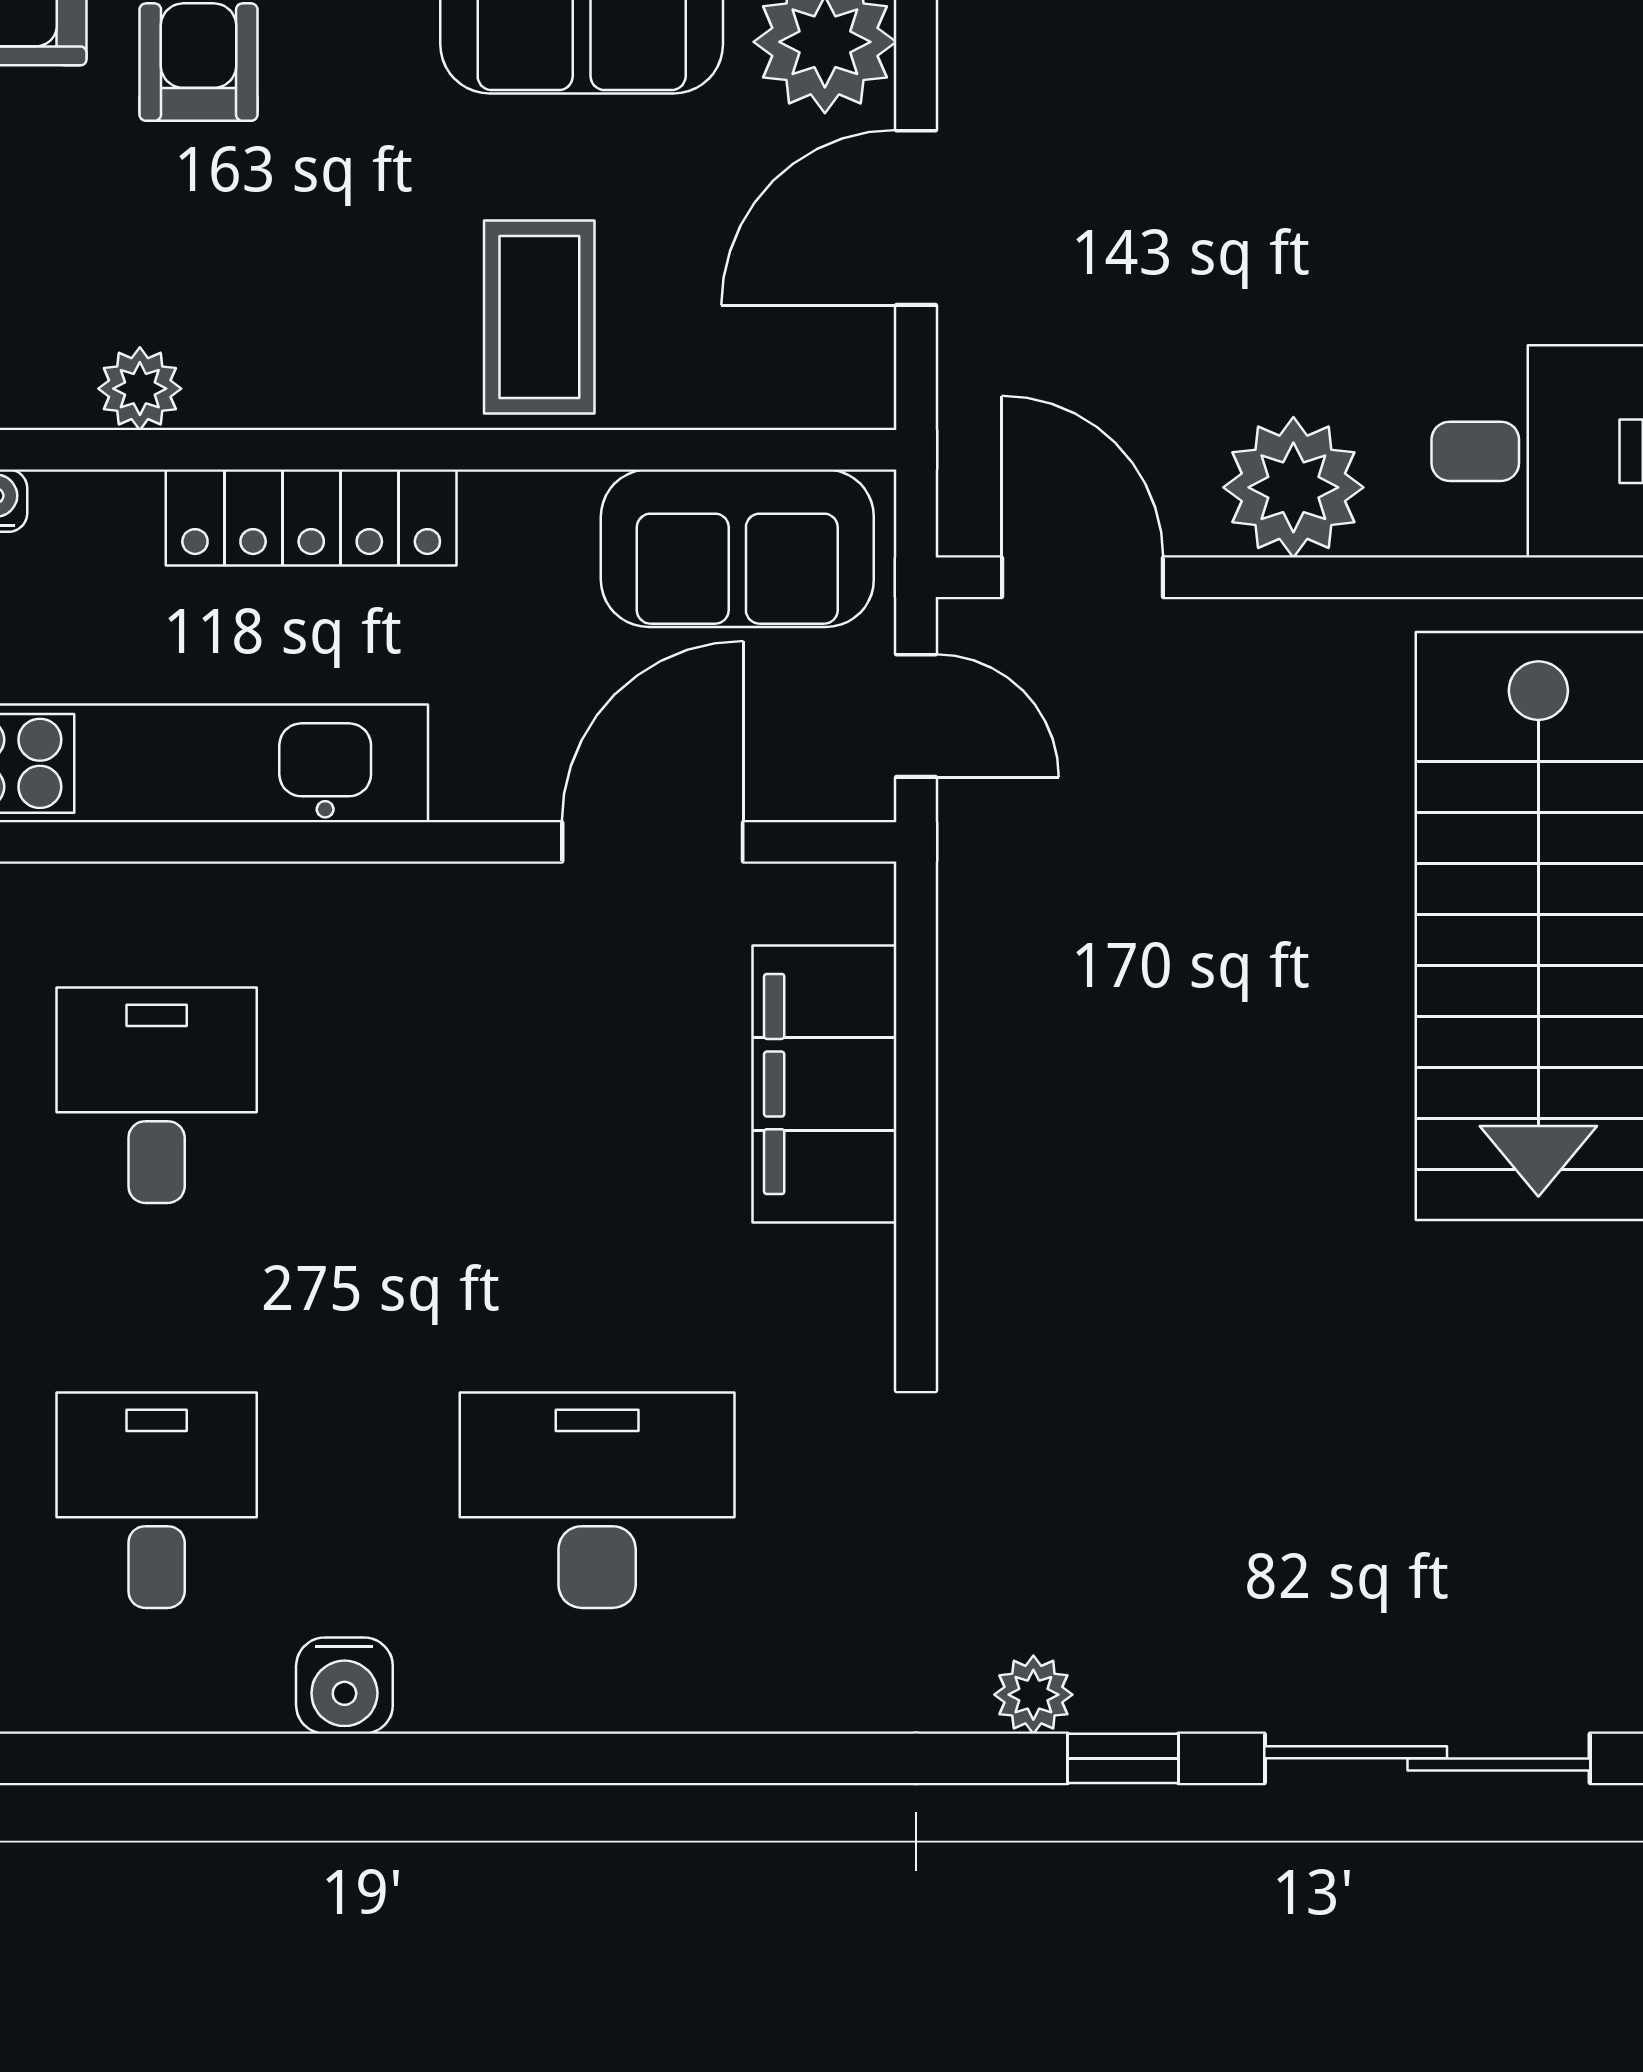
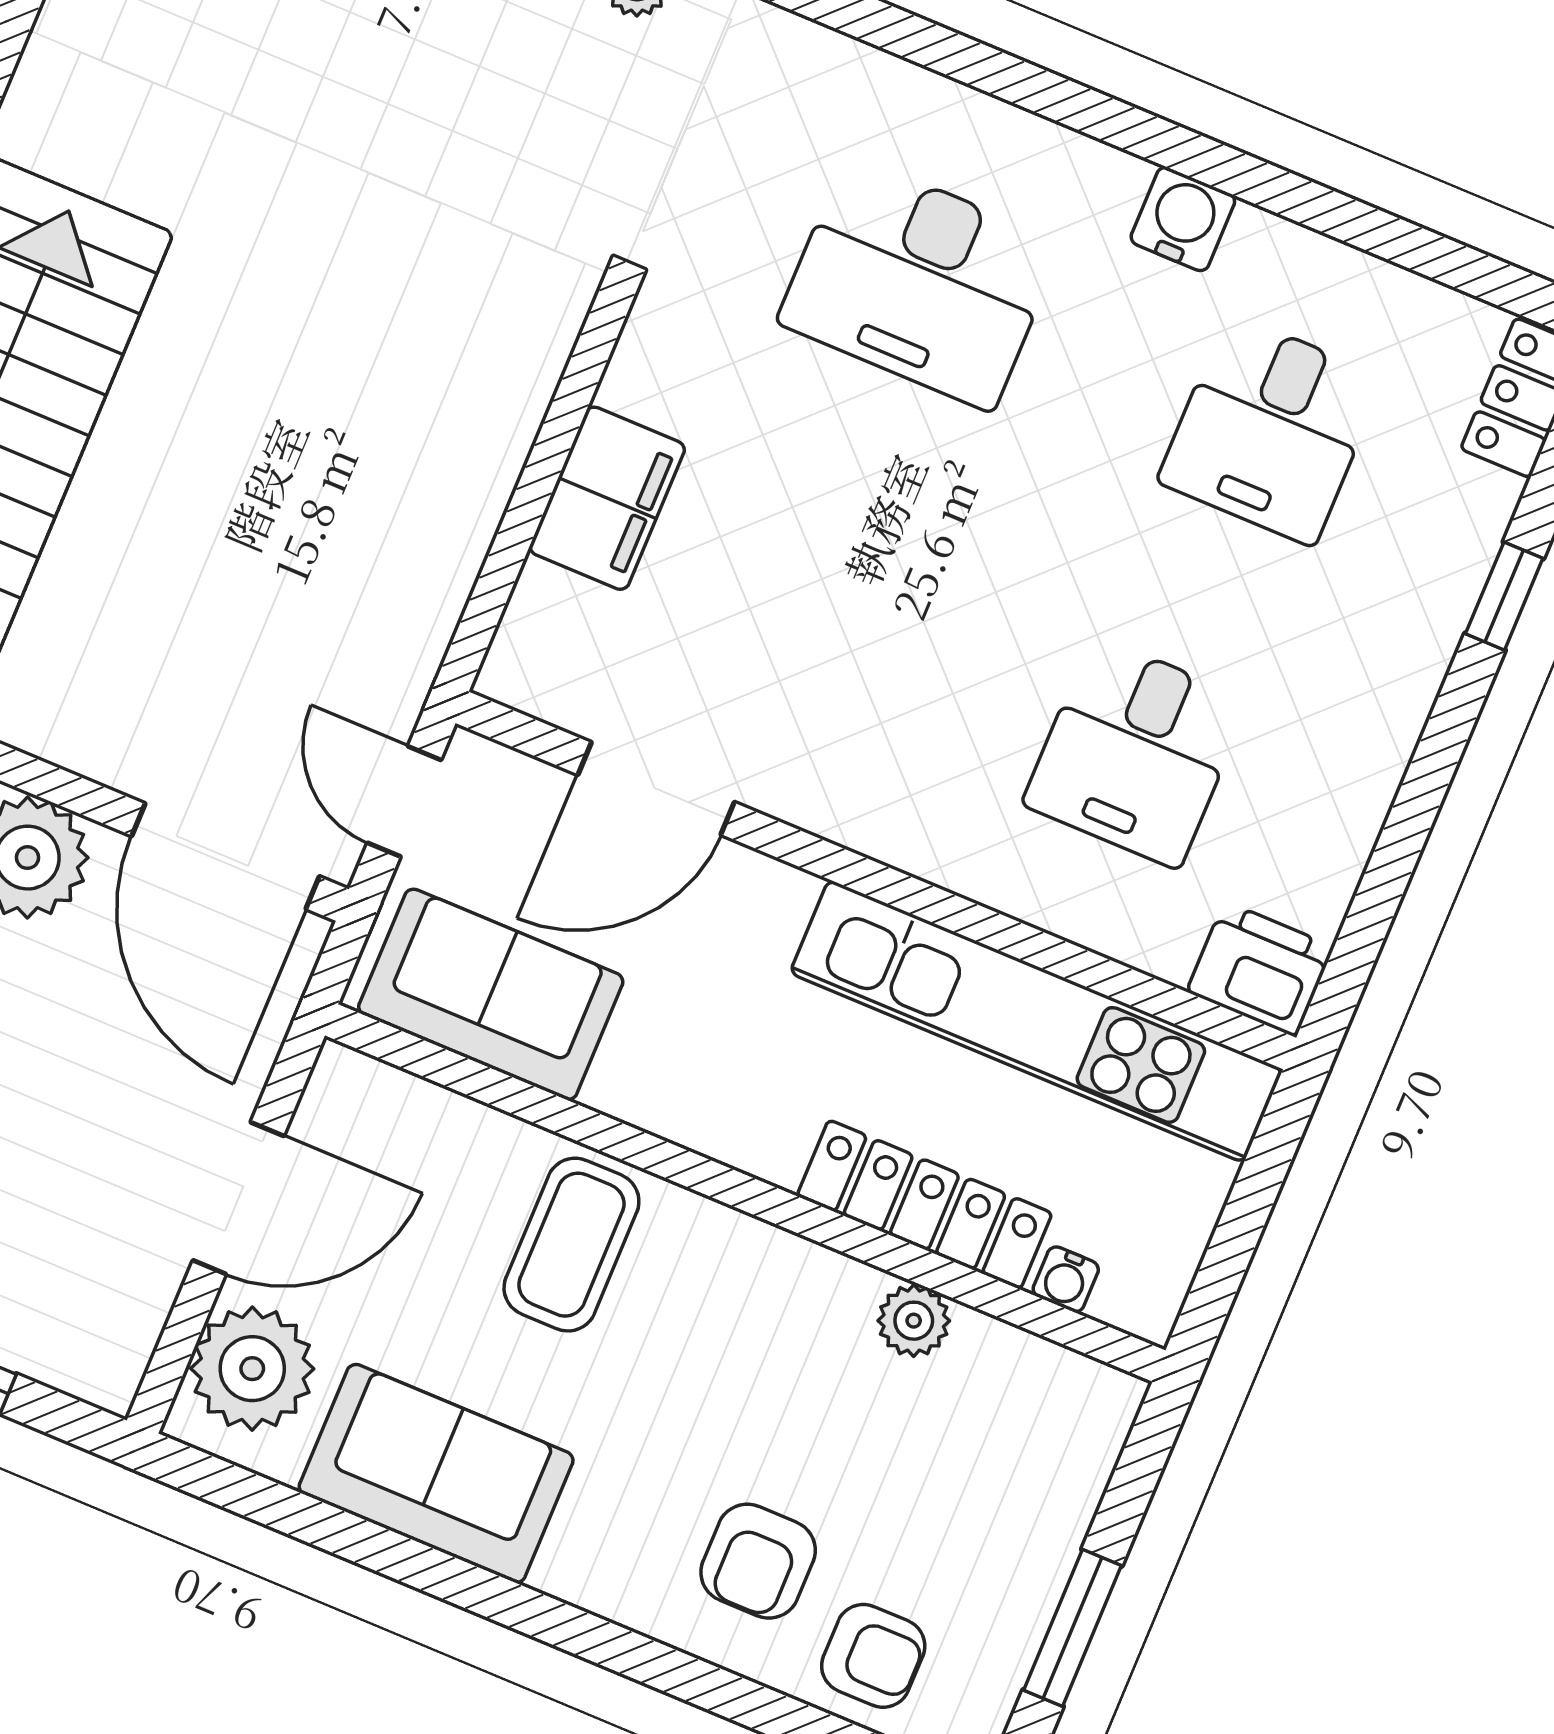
locker: (311, 517) -> (924, 1204), moved
door: (1082, 577) -> (225, 856), width x1.36
filing cabinet: (824, 1084) -> (607, 498), width x0.67, depth x0.86

